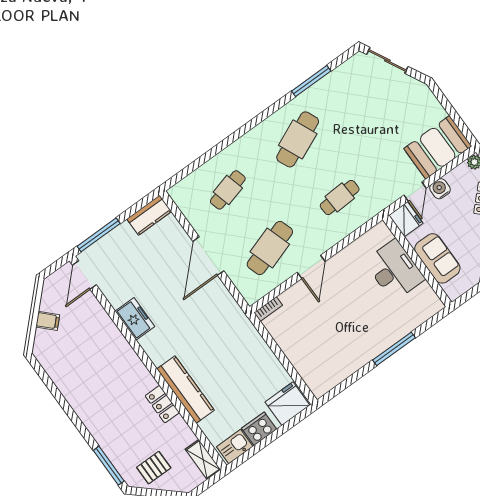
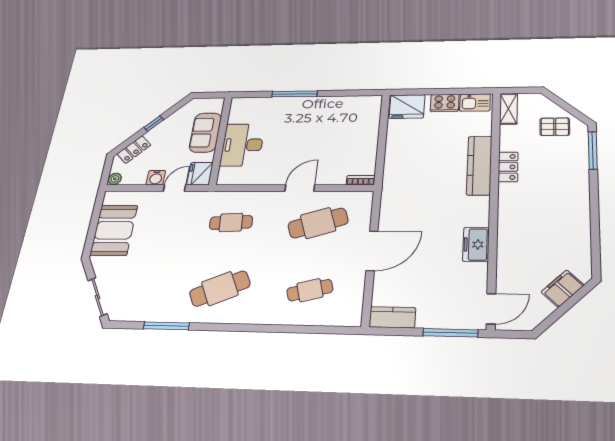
booth: (438, 147) -> (114, 230), moved, turned 90
filing cabinet: (48, 321) -> (562, 289), width x2.00

